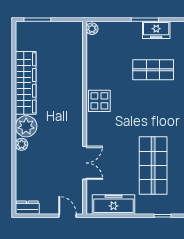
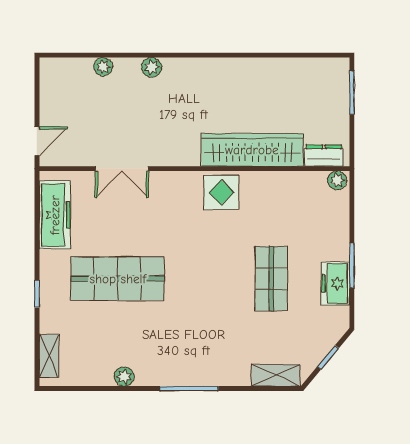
wardrobe: (26, 83) -> (252, 150), moved, turned 180
plant: (26, 126) -> (103, 67), moved, width x0.53, depth x0.53
dresser: (27, 208) -> (324, 156), moved, turned -90

